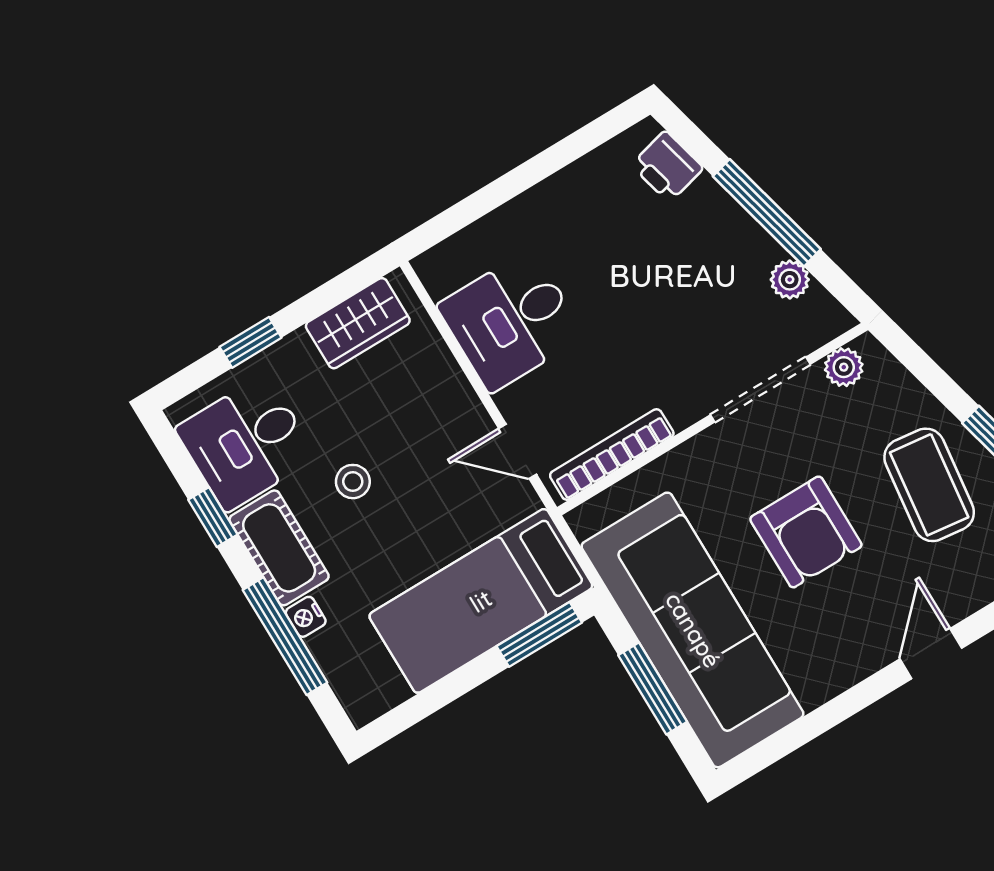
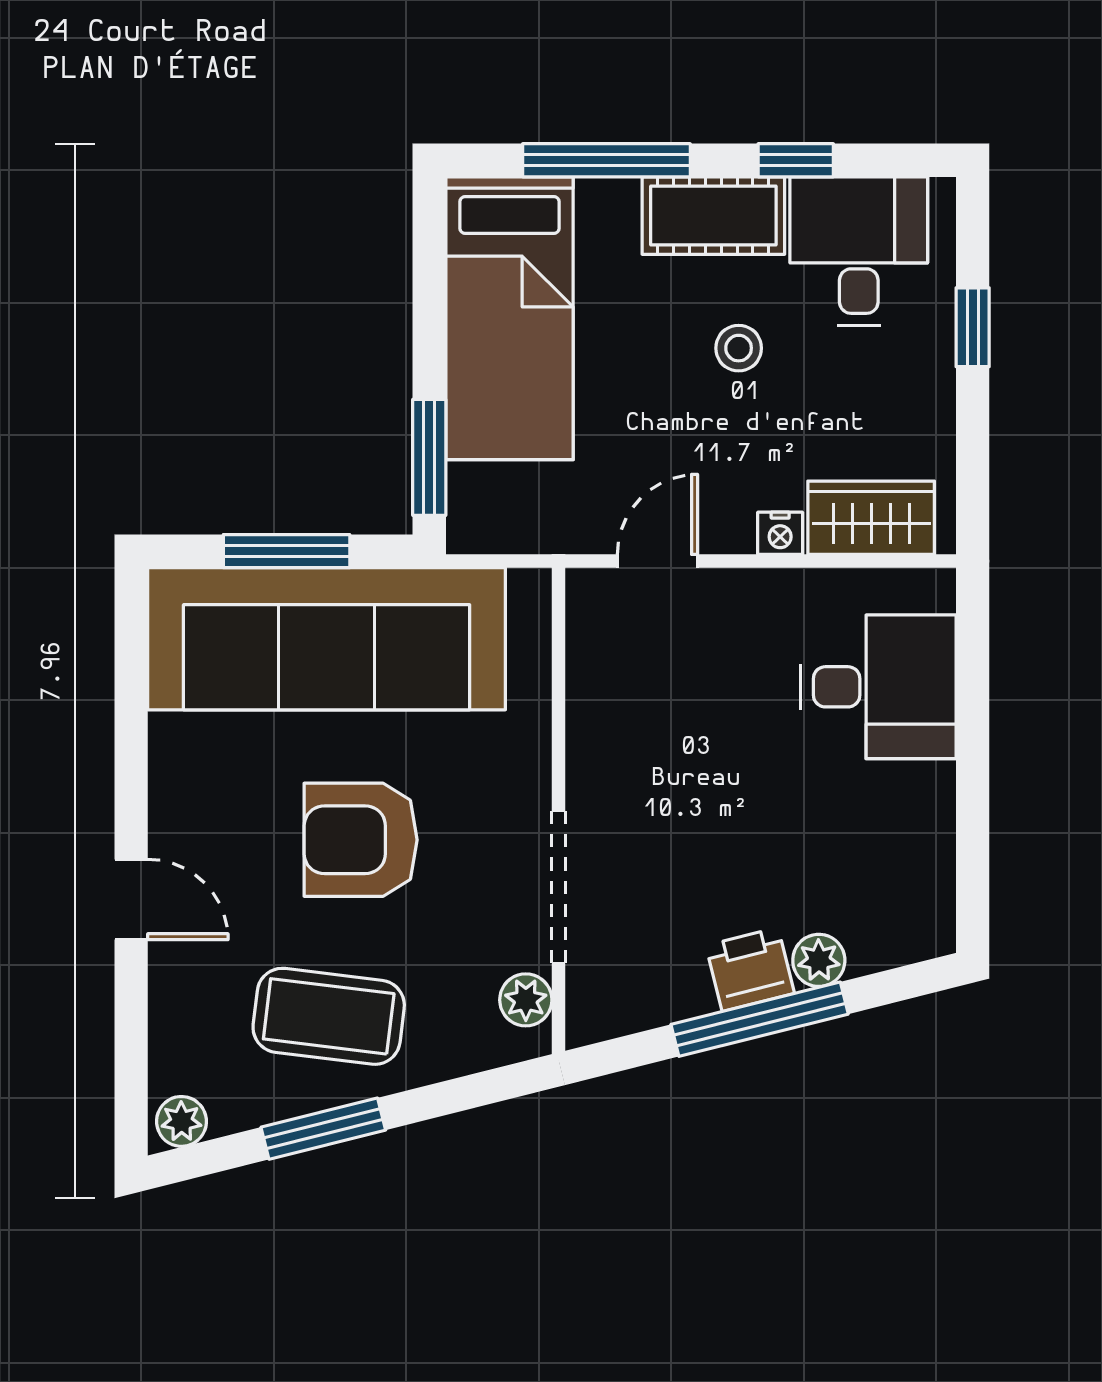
printer: (667, 166) -> (750, 969), moved
plant: (790, 280) -> (819, 960), moved
desk: (511, 321) -> (878, 687), moved, turned 90
wardrobe: (358, 323) -> (871, 518), moved, turned 90
bookcase: (612, 455) -> (588, 668), removed
bed: (481, 601) -> (509, 318), moved, turned 180
nightstand: (306, 617) -> (780, 533), moved, turned 180

